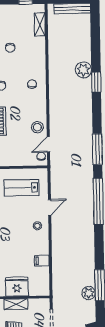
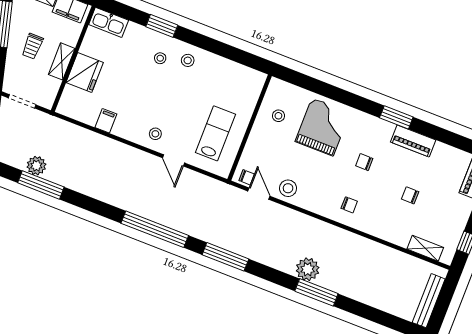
plant: (83, 70) -> (308, 269), moved
window: (96, 82) -> (316, 292), width x1.44

